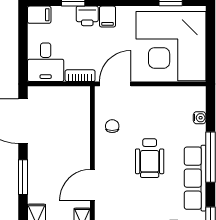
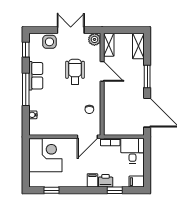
corner desk: (171, 46) -> (45, 155), width x0.74, depth x0.74
wheelchair: (150, 158) -> (75, 72), moved
row of seats: (195, 178) -> (36, 76), width x0.68
door: (92, 185) -> (102, 71), hinge flipped

